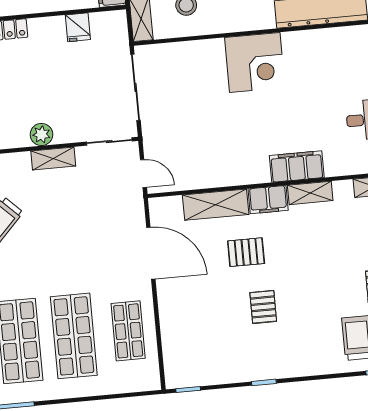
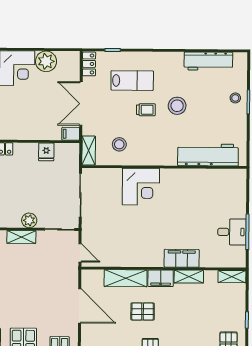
corner desk: (255, 63) -> (141, 187), moved
plant: (41, 134) -> (29, 220), moved

